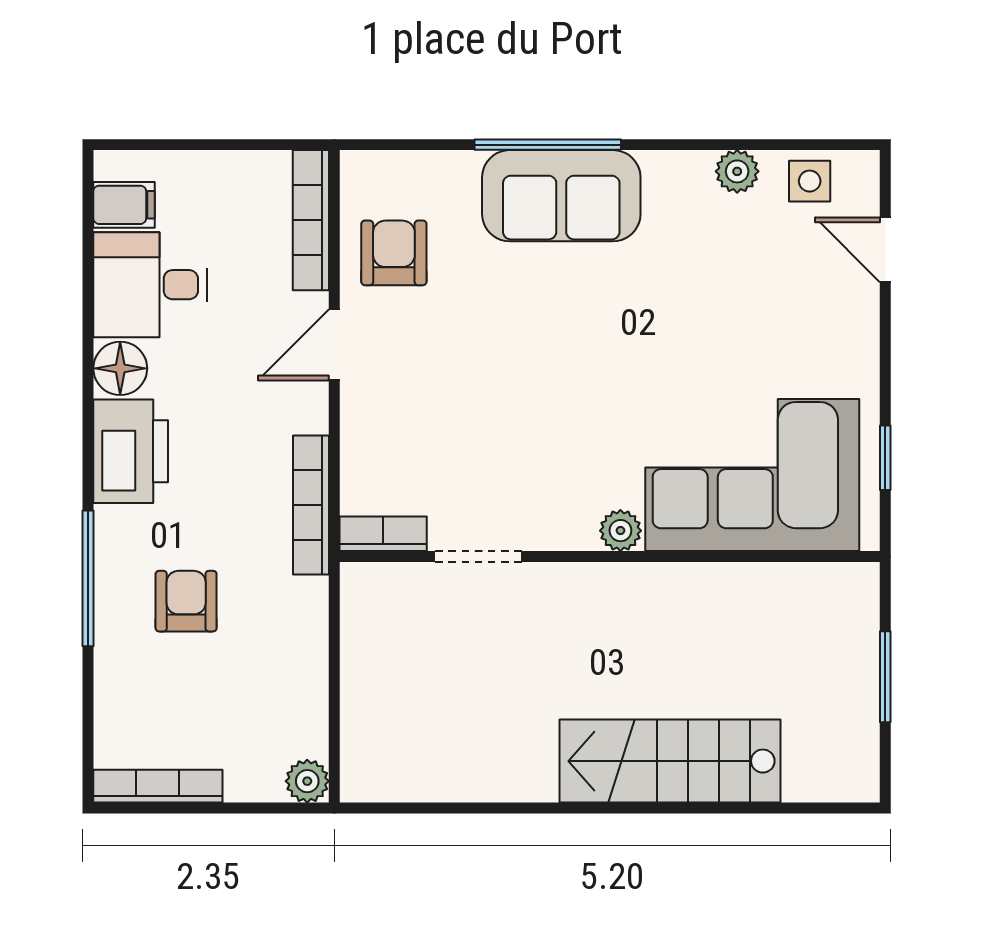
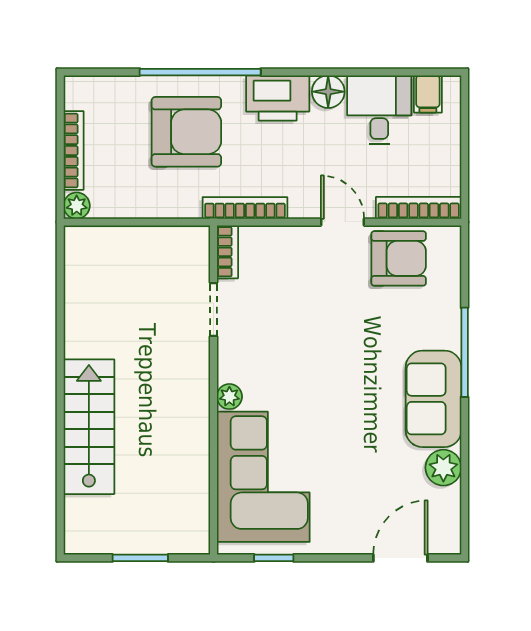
plant: (737, 171) -> (443, 468), width x1.38, depth x1.38
side table: (810, 181) -> (442, 512), removed
sofa: (561, 196) -> (433, 399), moved
door: (885, 250) -> (400, 558), width x1.38
armchair: (394, 253) -> (399, 258), width x1.38, depth x1.38
window: (88, 578) -> (200, 72), width x1.46
armchair: (186, 601) -> (186, 132), width x1.88, depth x1.88
bookcase: (158, 786) -> (74, 151), moved

